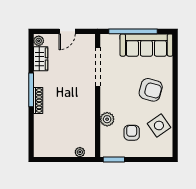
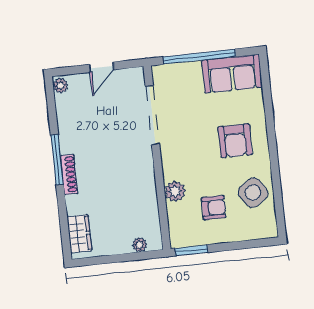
sofa: (146, 45) -> (232, 74), width x0.73
wardrobe: (41, 59) -> (79, 234), moved
armchair: (151, 90) -> (235, 141), turned 75
armchair: (132, 133) -> (214, 208), turned 90

